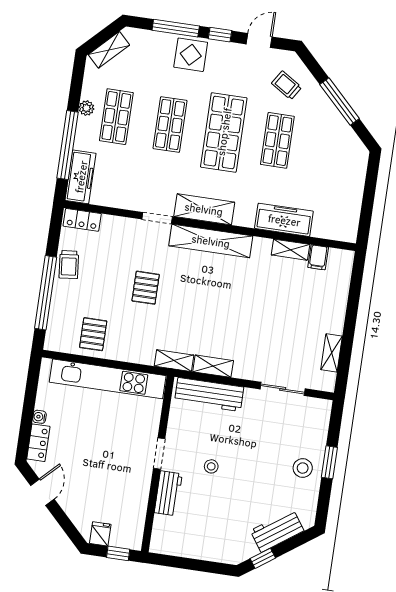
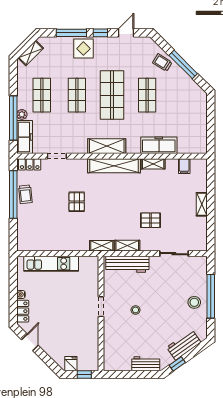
trolley: (287, 85) -> (162, 63), moved
plant: (86, 108) -> (22, 114), moved
doorway: (157, 218) -> (57, 156), moved
shelving: (290, 250) -> (153, 164), moved
window: (46, 293) -> (13, 194), moved
pallet: (93, 334) -> (151, 220), moved, turned 90
shelving: (332, 353) -> (202, 204), moved
kitchen unit: (108, 379) -> (51, 264), width x0.73
window: (329, 462) -> (211, 296), width x2.11
workbench: (168, 493) -> (146, 364), moved, turned -90

